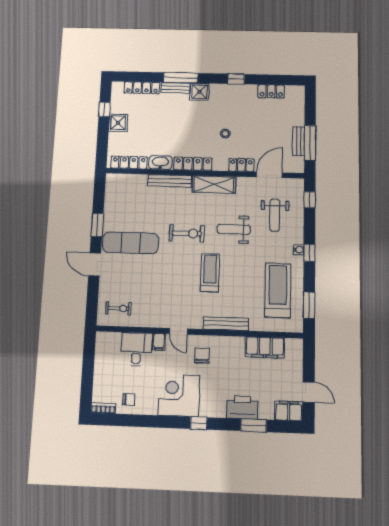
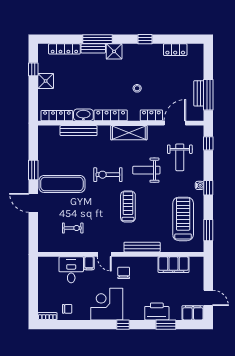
bench: (169, 181) -> (79, 131), moved
exercise bike: (187, 233) -> (108, 175), turned 180
exercise bike: (118, 308) -> (73, 228), moved

